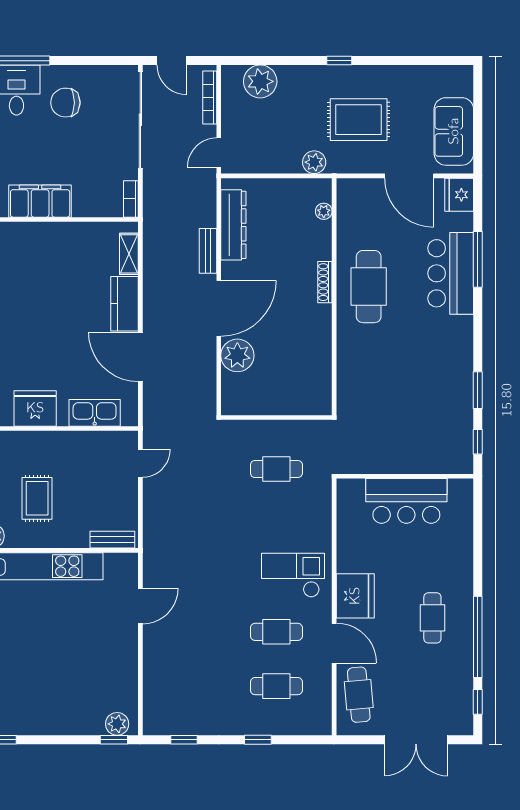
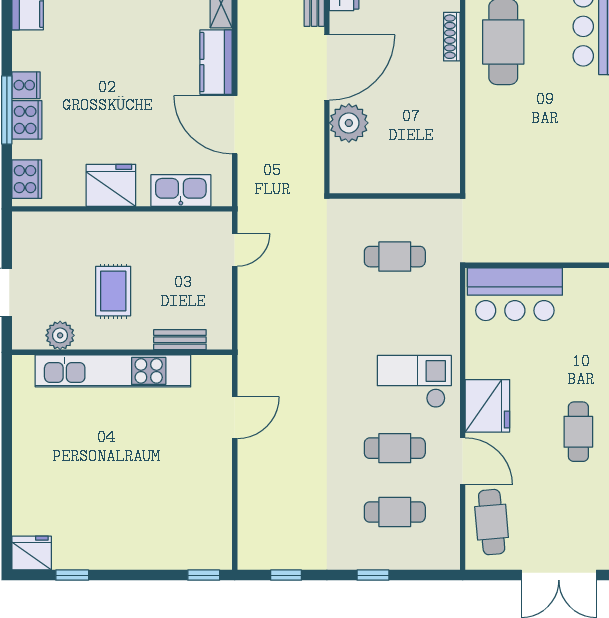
bar counter: (406, 501) -> (515, 294), moved
bench: (112, 540) -> (180, 340), moved
plant: (117, 724) -> (207, 556), removed

